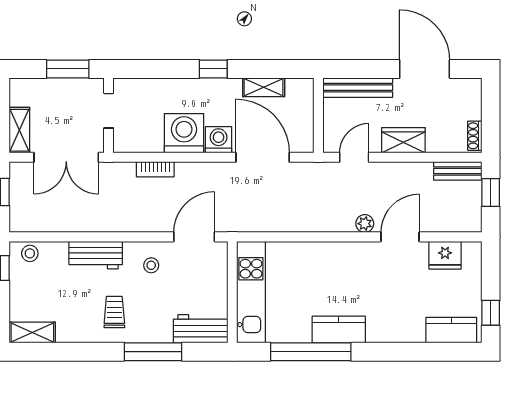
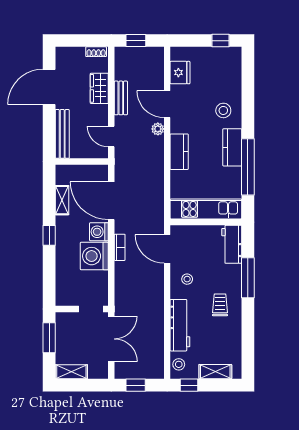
doorway: (109, 111) -> (91, 309), moved
shelving: (19, 130) -> (71, 372), moved
wardrobe: (403, 140) -> (99, 88), moved
door: (263, 157) -> (111, 201), hinge flipped
bookcase: (155, 169) -> (120, 247), moved
bench: (458, 171) -> (121, 98), moved
workbench: (96, 255) -> (180, 325), width x1.38
trolley: (114, 312) -> (220, 305), turned 90
stool: (391, 317) -> (223, 110), added
kitchen counter: (451, 330) -> (179, 152), moved, turned 180
shelving: (32, 332) -> (215, 372), moved, turned 90

